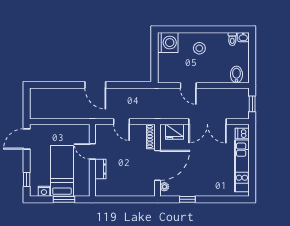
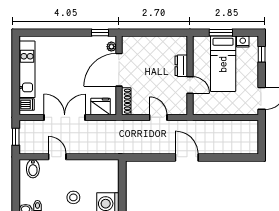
door: (188, 85) -> (57, 157), moved
window: (187, 199) -> (100, 33), moved

